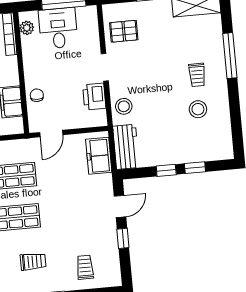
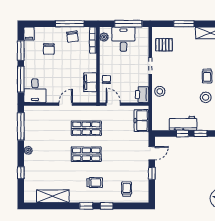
printer: (94, 97) -> (142, 95), moved
door: (51, 134) -> (113, 104), swing flipped
workbench: (126, 147) -> (183, 123), moved, turned -90

